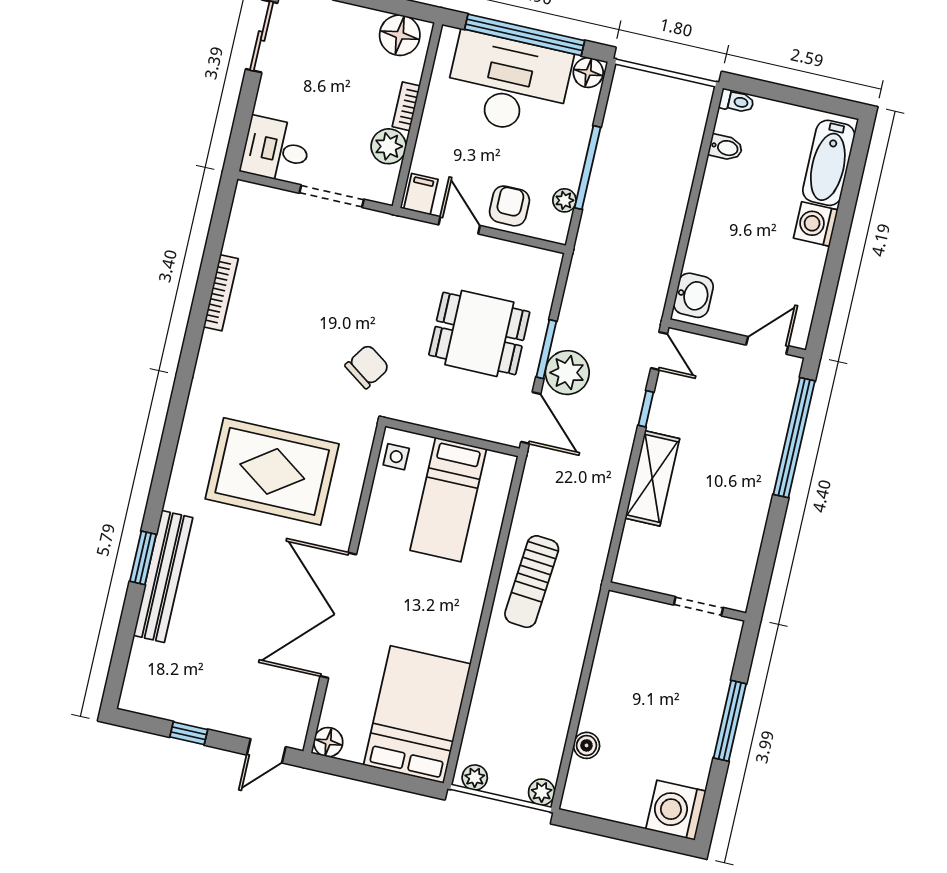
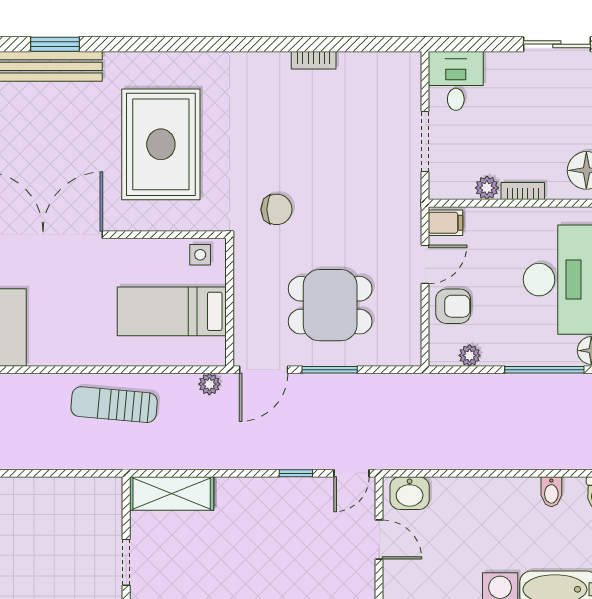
plant: (389, 146) -> (487, 188), width x0.73, depth x0.73
window: (588, 168) -> (544, 370), moved
bookcase: (221, 293) -> (314, 60), width x0.64
dining table: (479, 333) -> (330, 305), turned 90
door: (767, 345) -> (379, 540), moved
chair: (367, 367) -> (277, 209), turned -35
plant: (567, 373) -> (209, 384), moved, width x0.53, depth x0.53
shelving: (652, 478) -> (172, 493), moved

